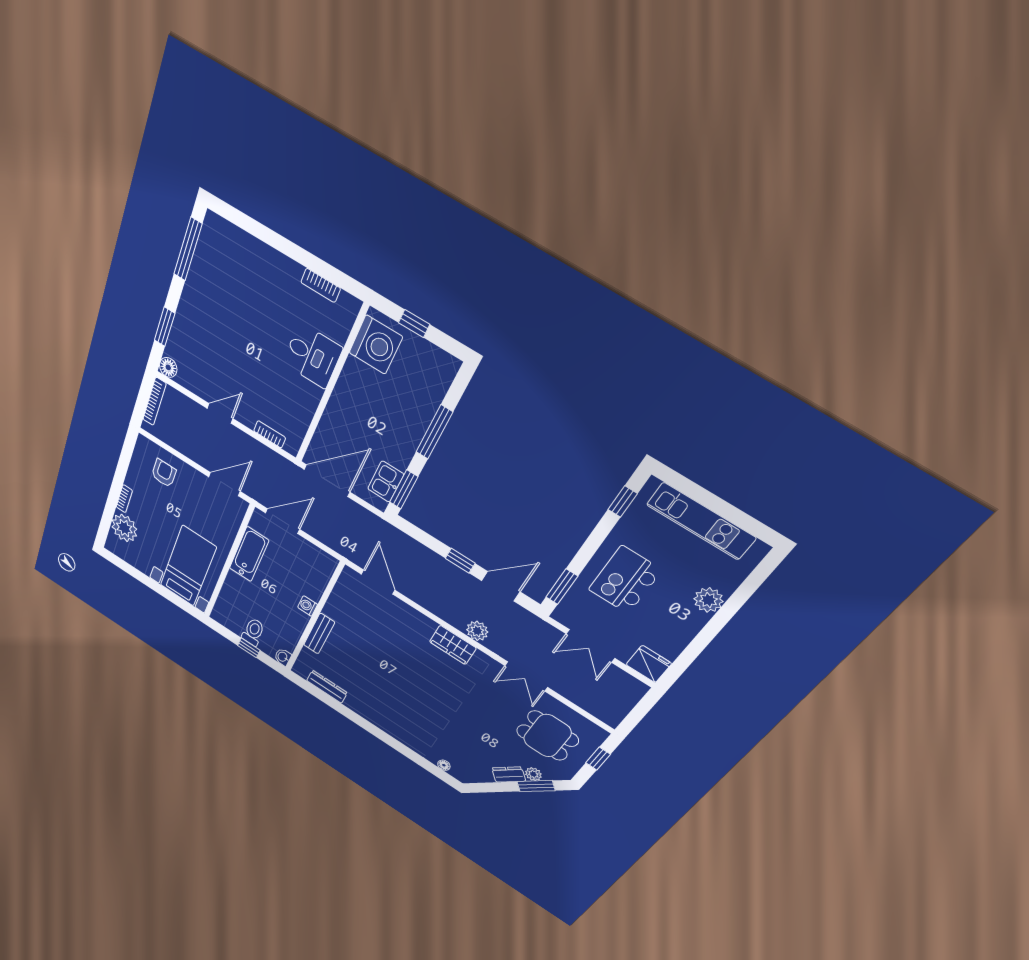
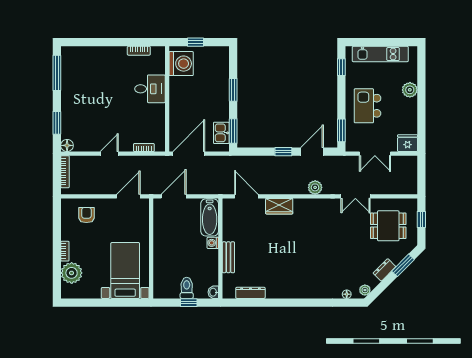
window: (434, 432) -> (233, 90), width x0.69
bathtub: (249, 554) -> (210, 217), moved, turned 180
wardrobe: (453, 645) -> (279, 206), moved
plant: (533, 774) -> (365, 290), moved

